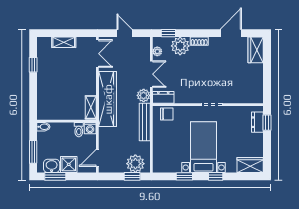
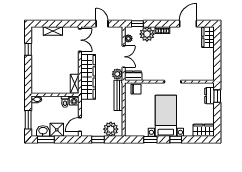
window: (132, 176) -> (98, 140), moved

